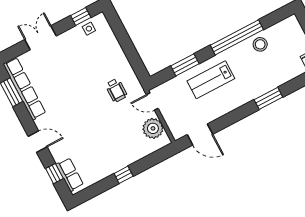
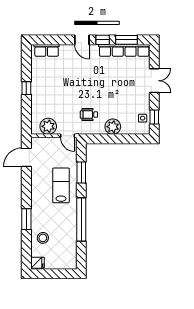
stool: (260, 44) -> (43, 238), moved
plant: (116, 57) -> (113, 127), added
door: (152, 102) -> (67, 136), swing flipped
door: (38, 142) -> (82, 40), hinge flipped
window: (54, 174) -> (103, 40), moved

